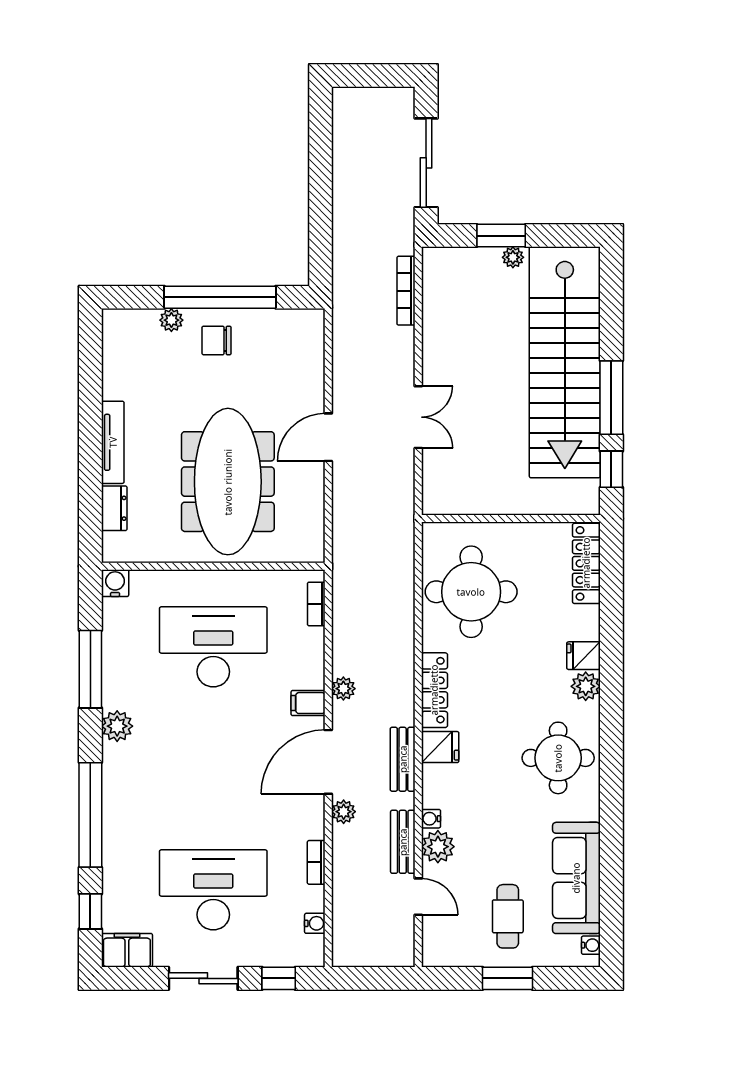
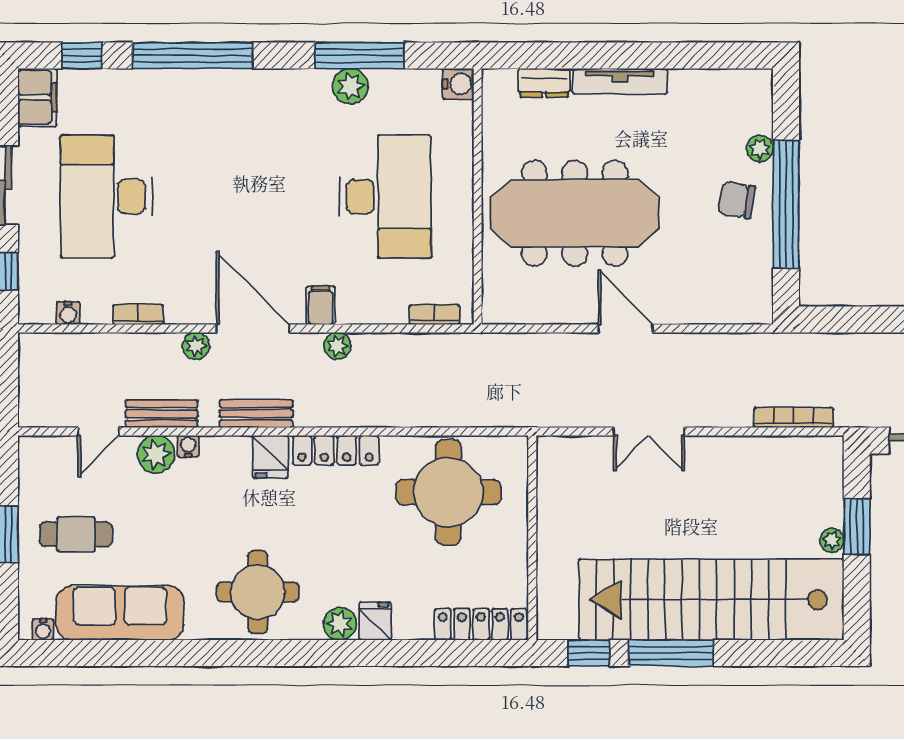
chair: (216, 340) -> (737, 200), turned -81
plant: (117, 726) -> (350, 86), moved
desk: (213, 890) -> (106, 197), turned 180

